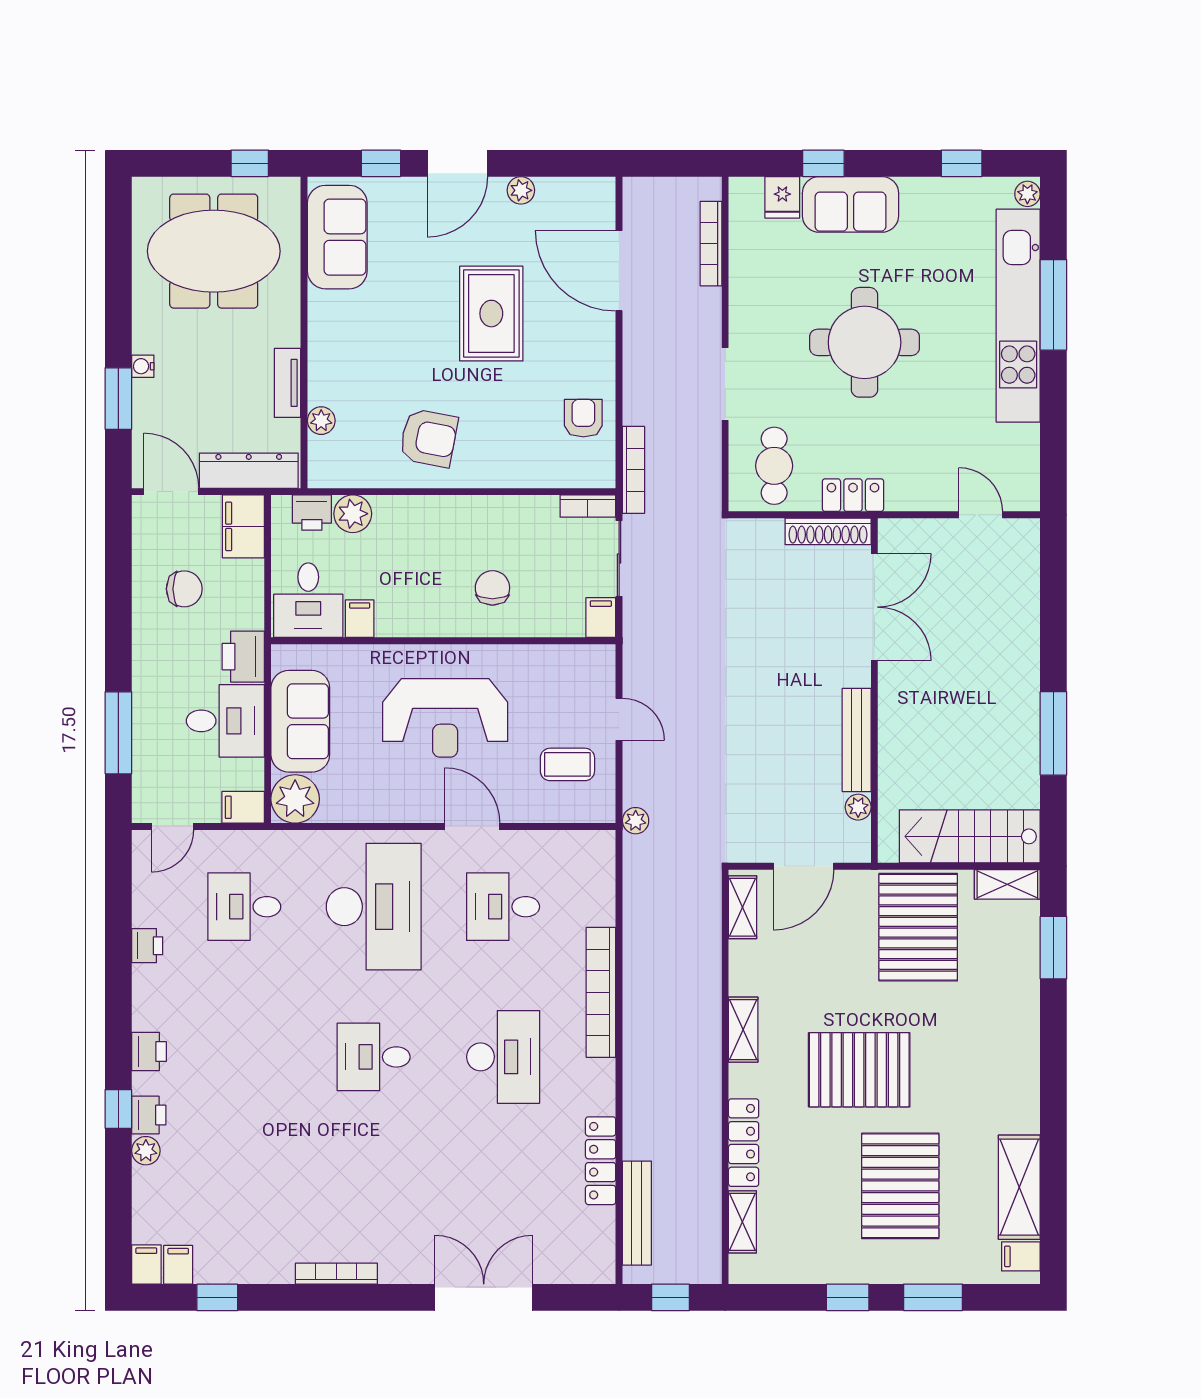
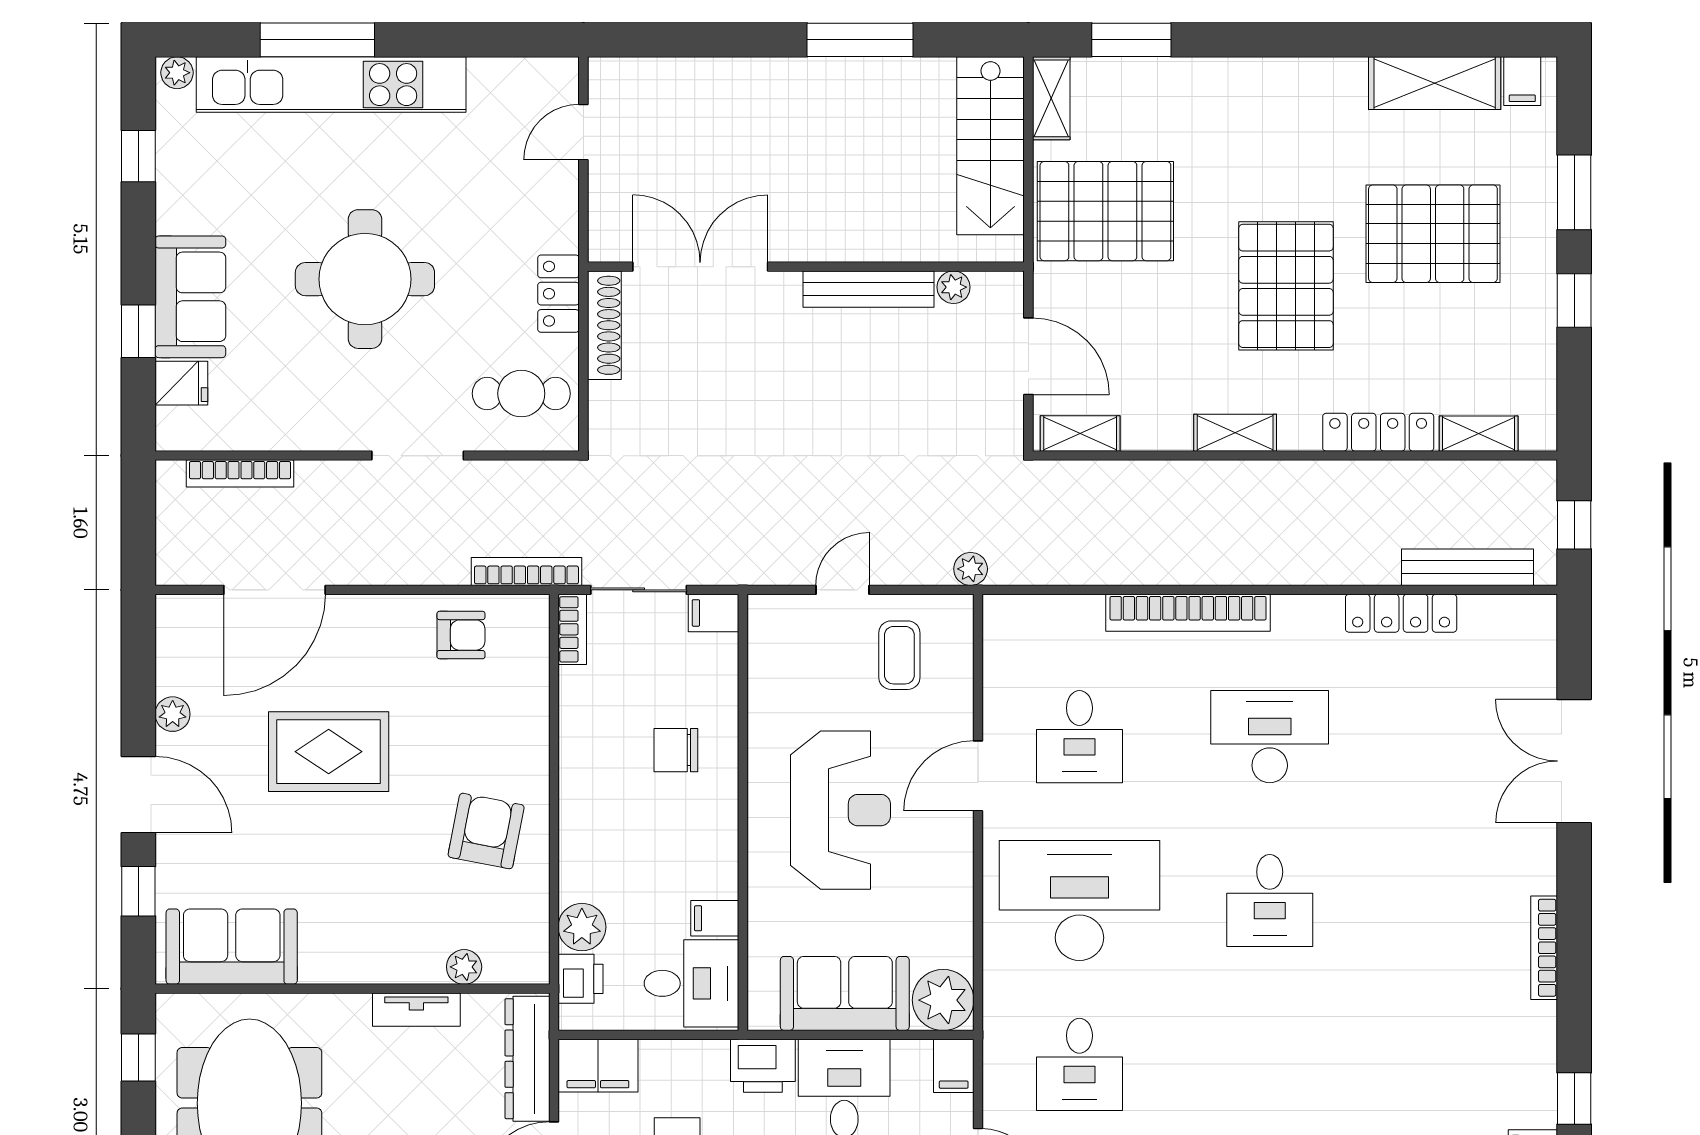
armchair: (583, 418) -> (461, 635), turned 180

